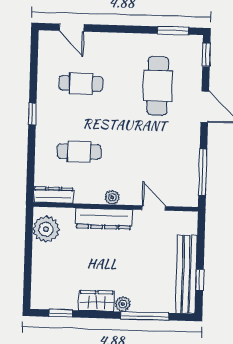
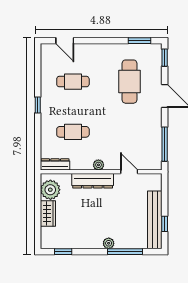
wardrobe: (97, 301) -> (48, 213), moved, turned 90

